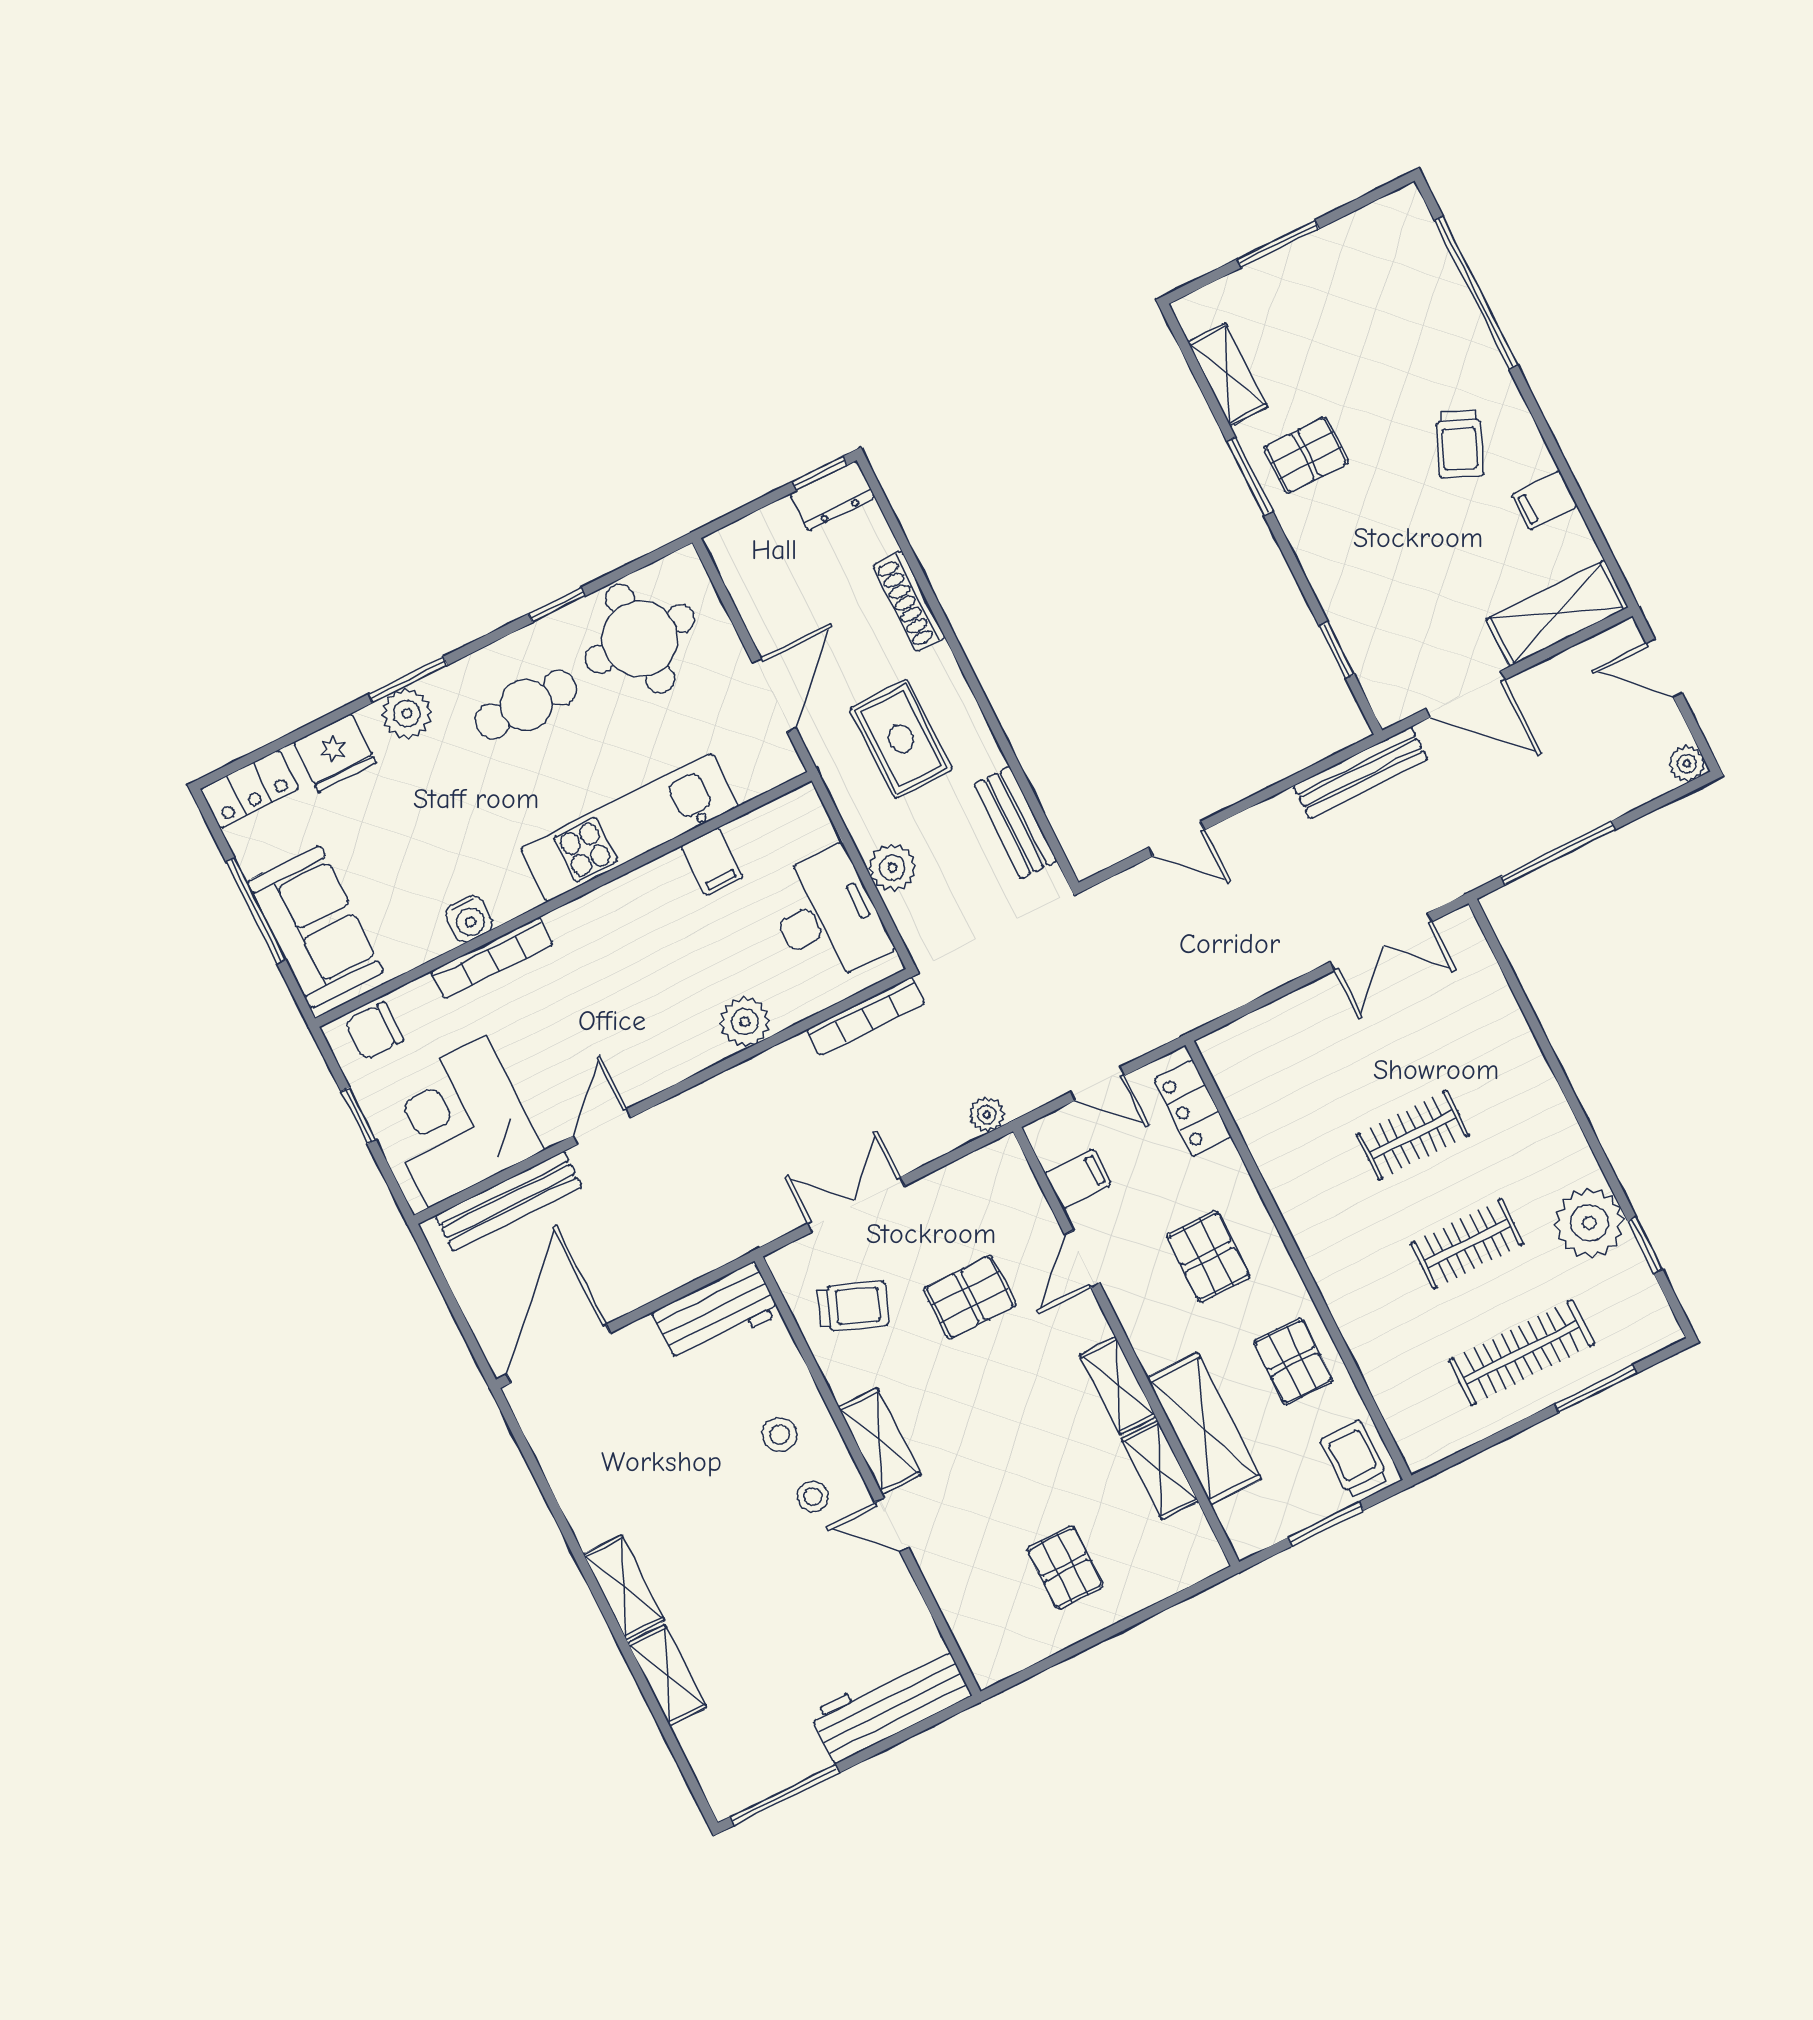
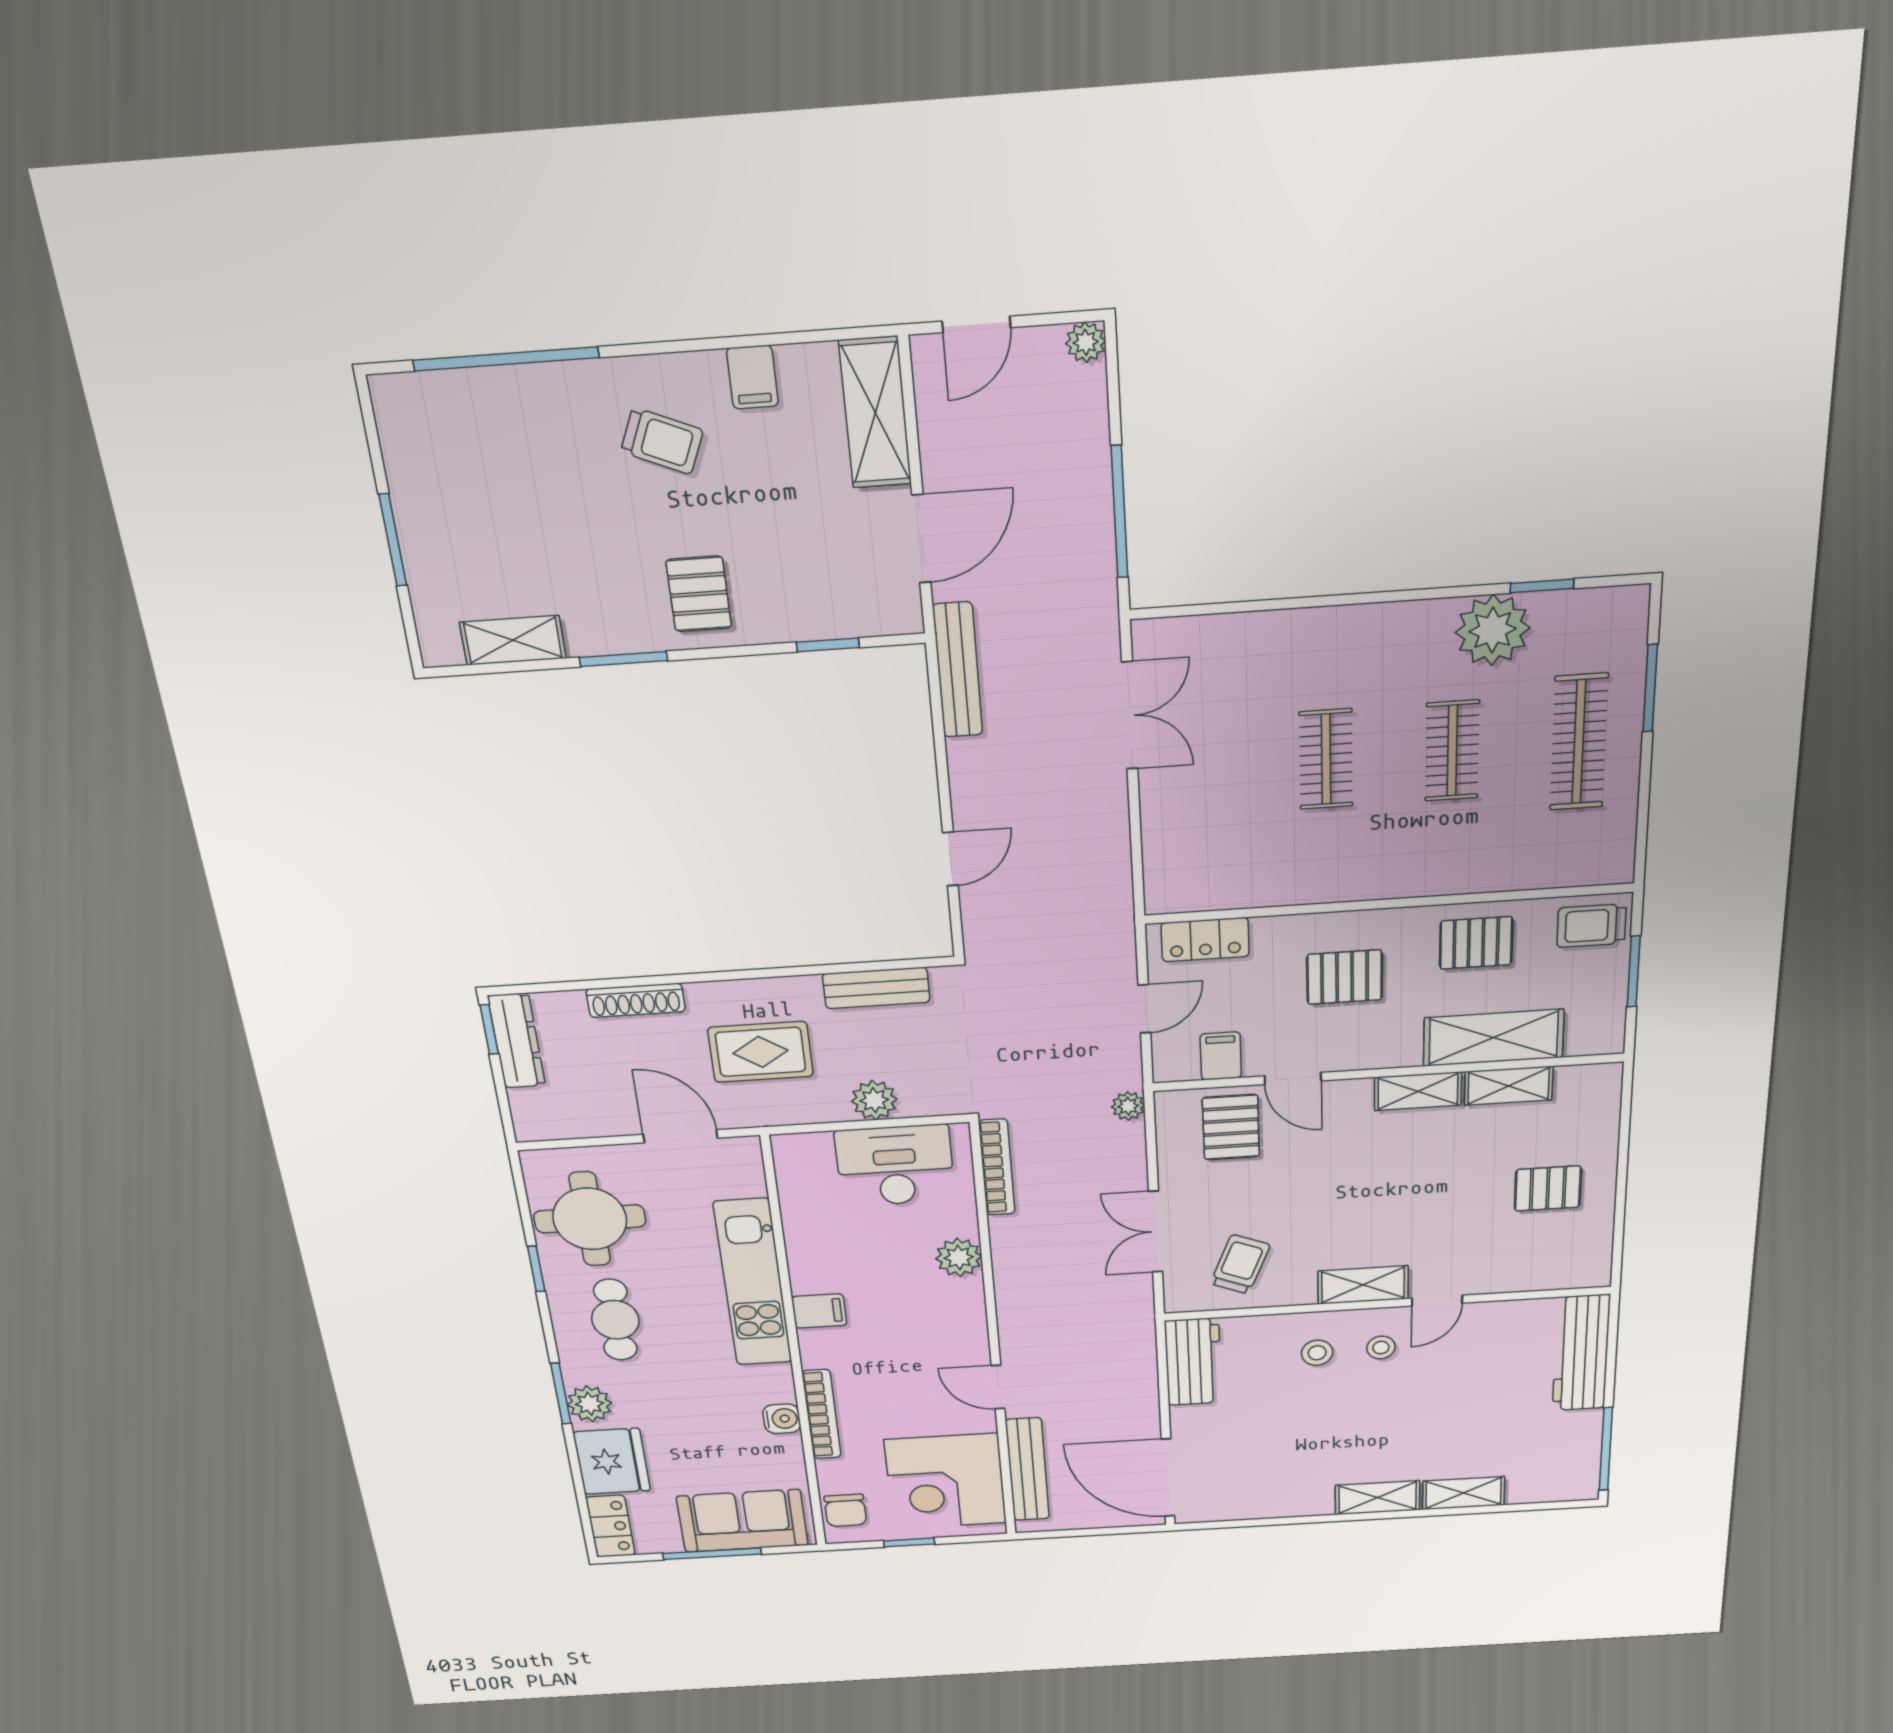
pallet: (1306, 455) -> (699, 594), moved
dresser: (832, 496) -> (516, 1041), width x1.44
fridge: (335, 753) -> (612, 1461), width x1.36, depth x1.34
filing cabinet: (712, 862) -> (819, 1311), moved
pallet: (970, 1297) -> (1231, 1127), moved

